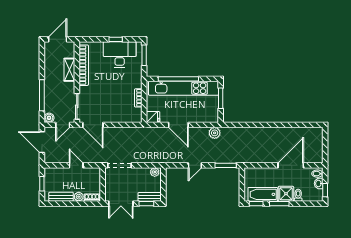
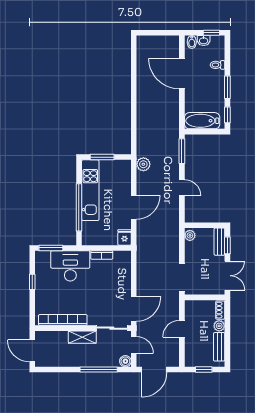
desk: (120, 55) -> (70, 266), moved, turned 90
shelving: (69, 70) -> (82, 337), moved
kitchen unit: (184, 88) -> (90, 190), width x0.73
bathtub: (263, 194) -> (202, 121), moved, turned 90
shower: (286, 194) -> (216, 79), removed

